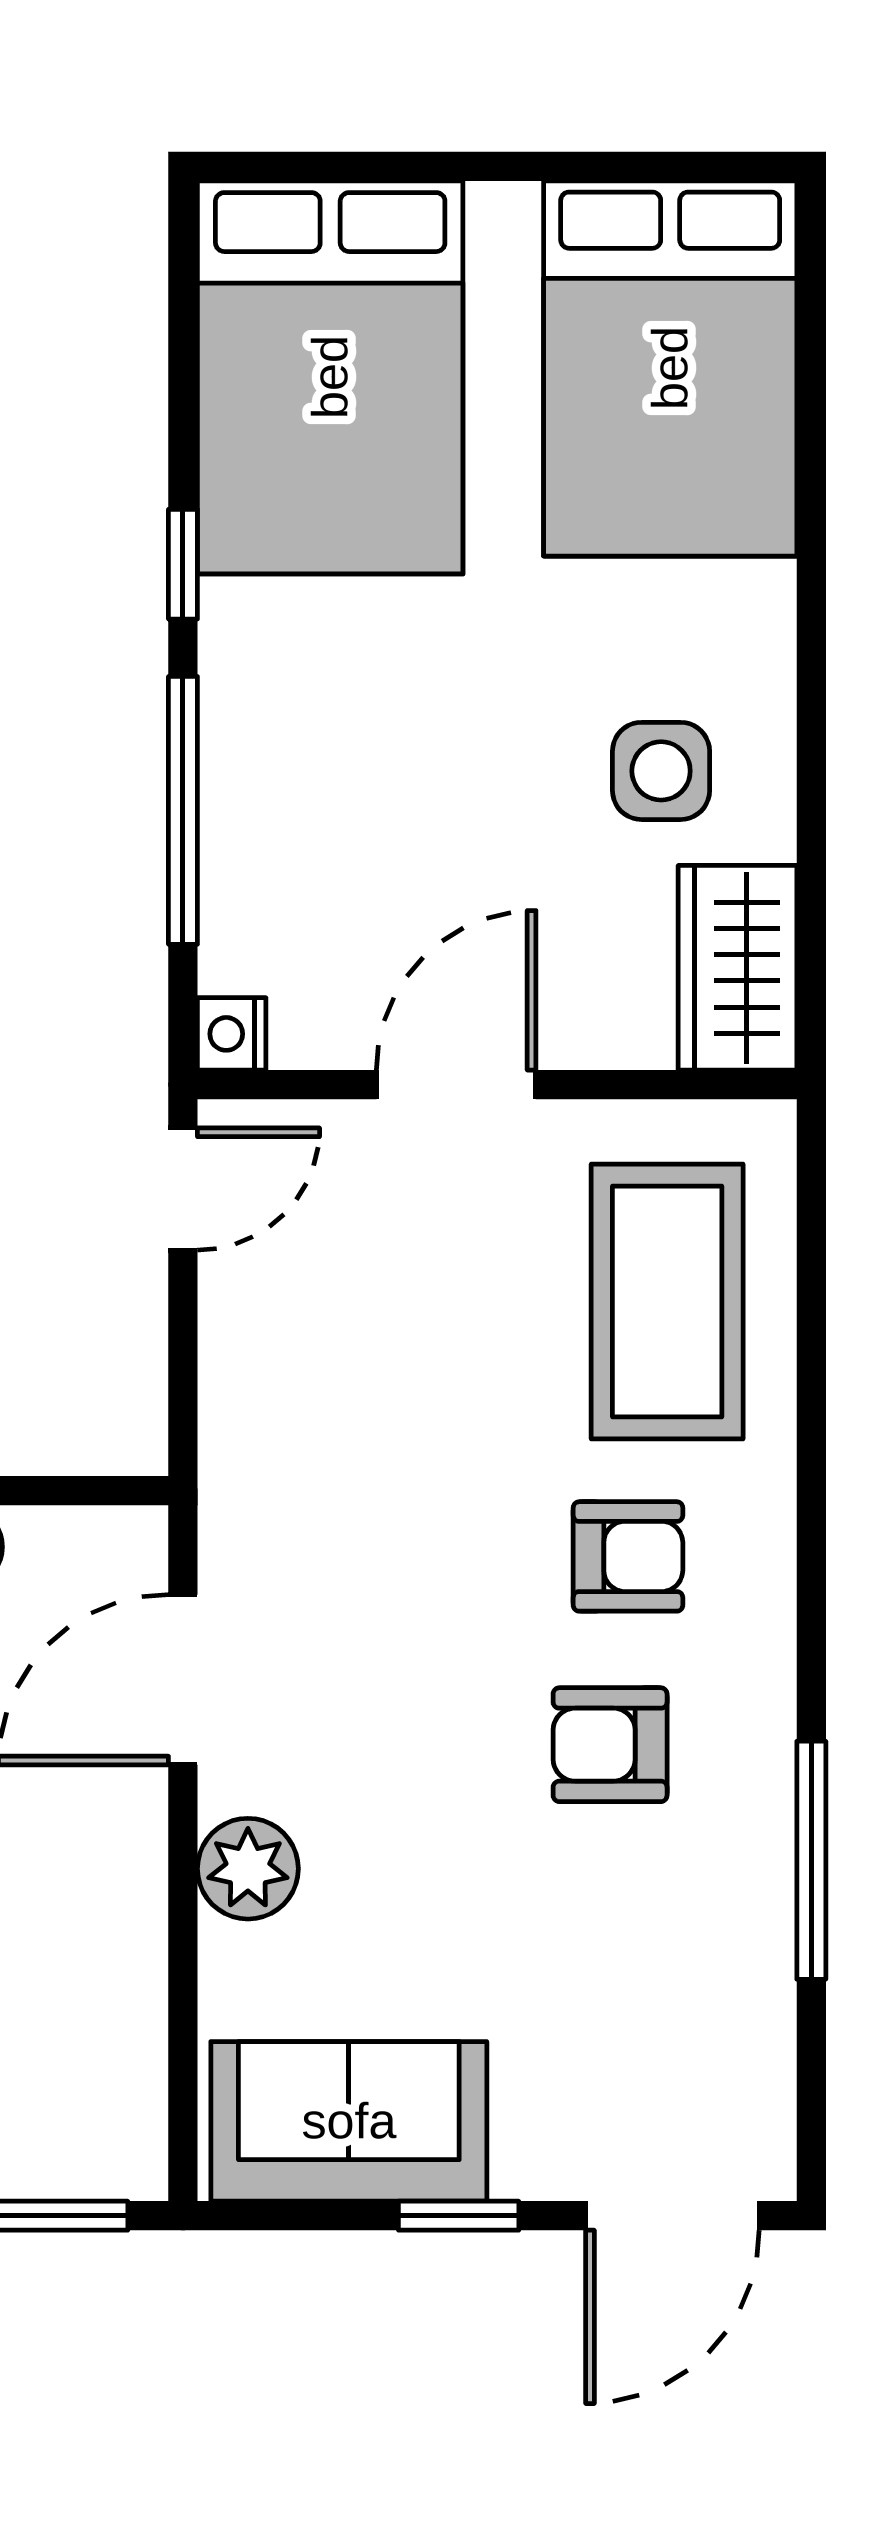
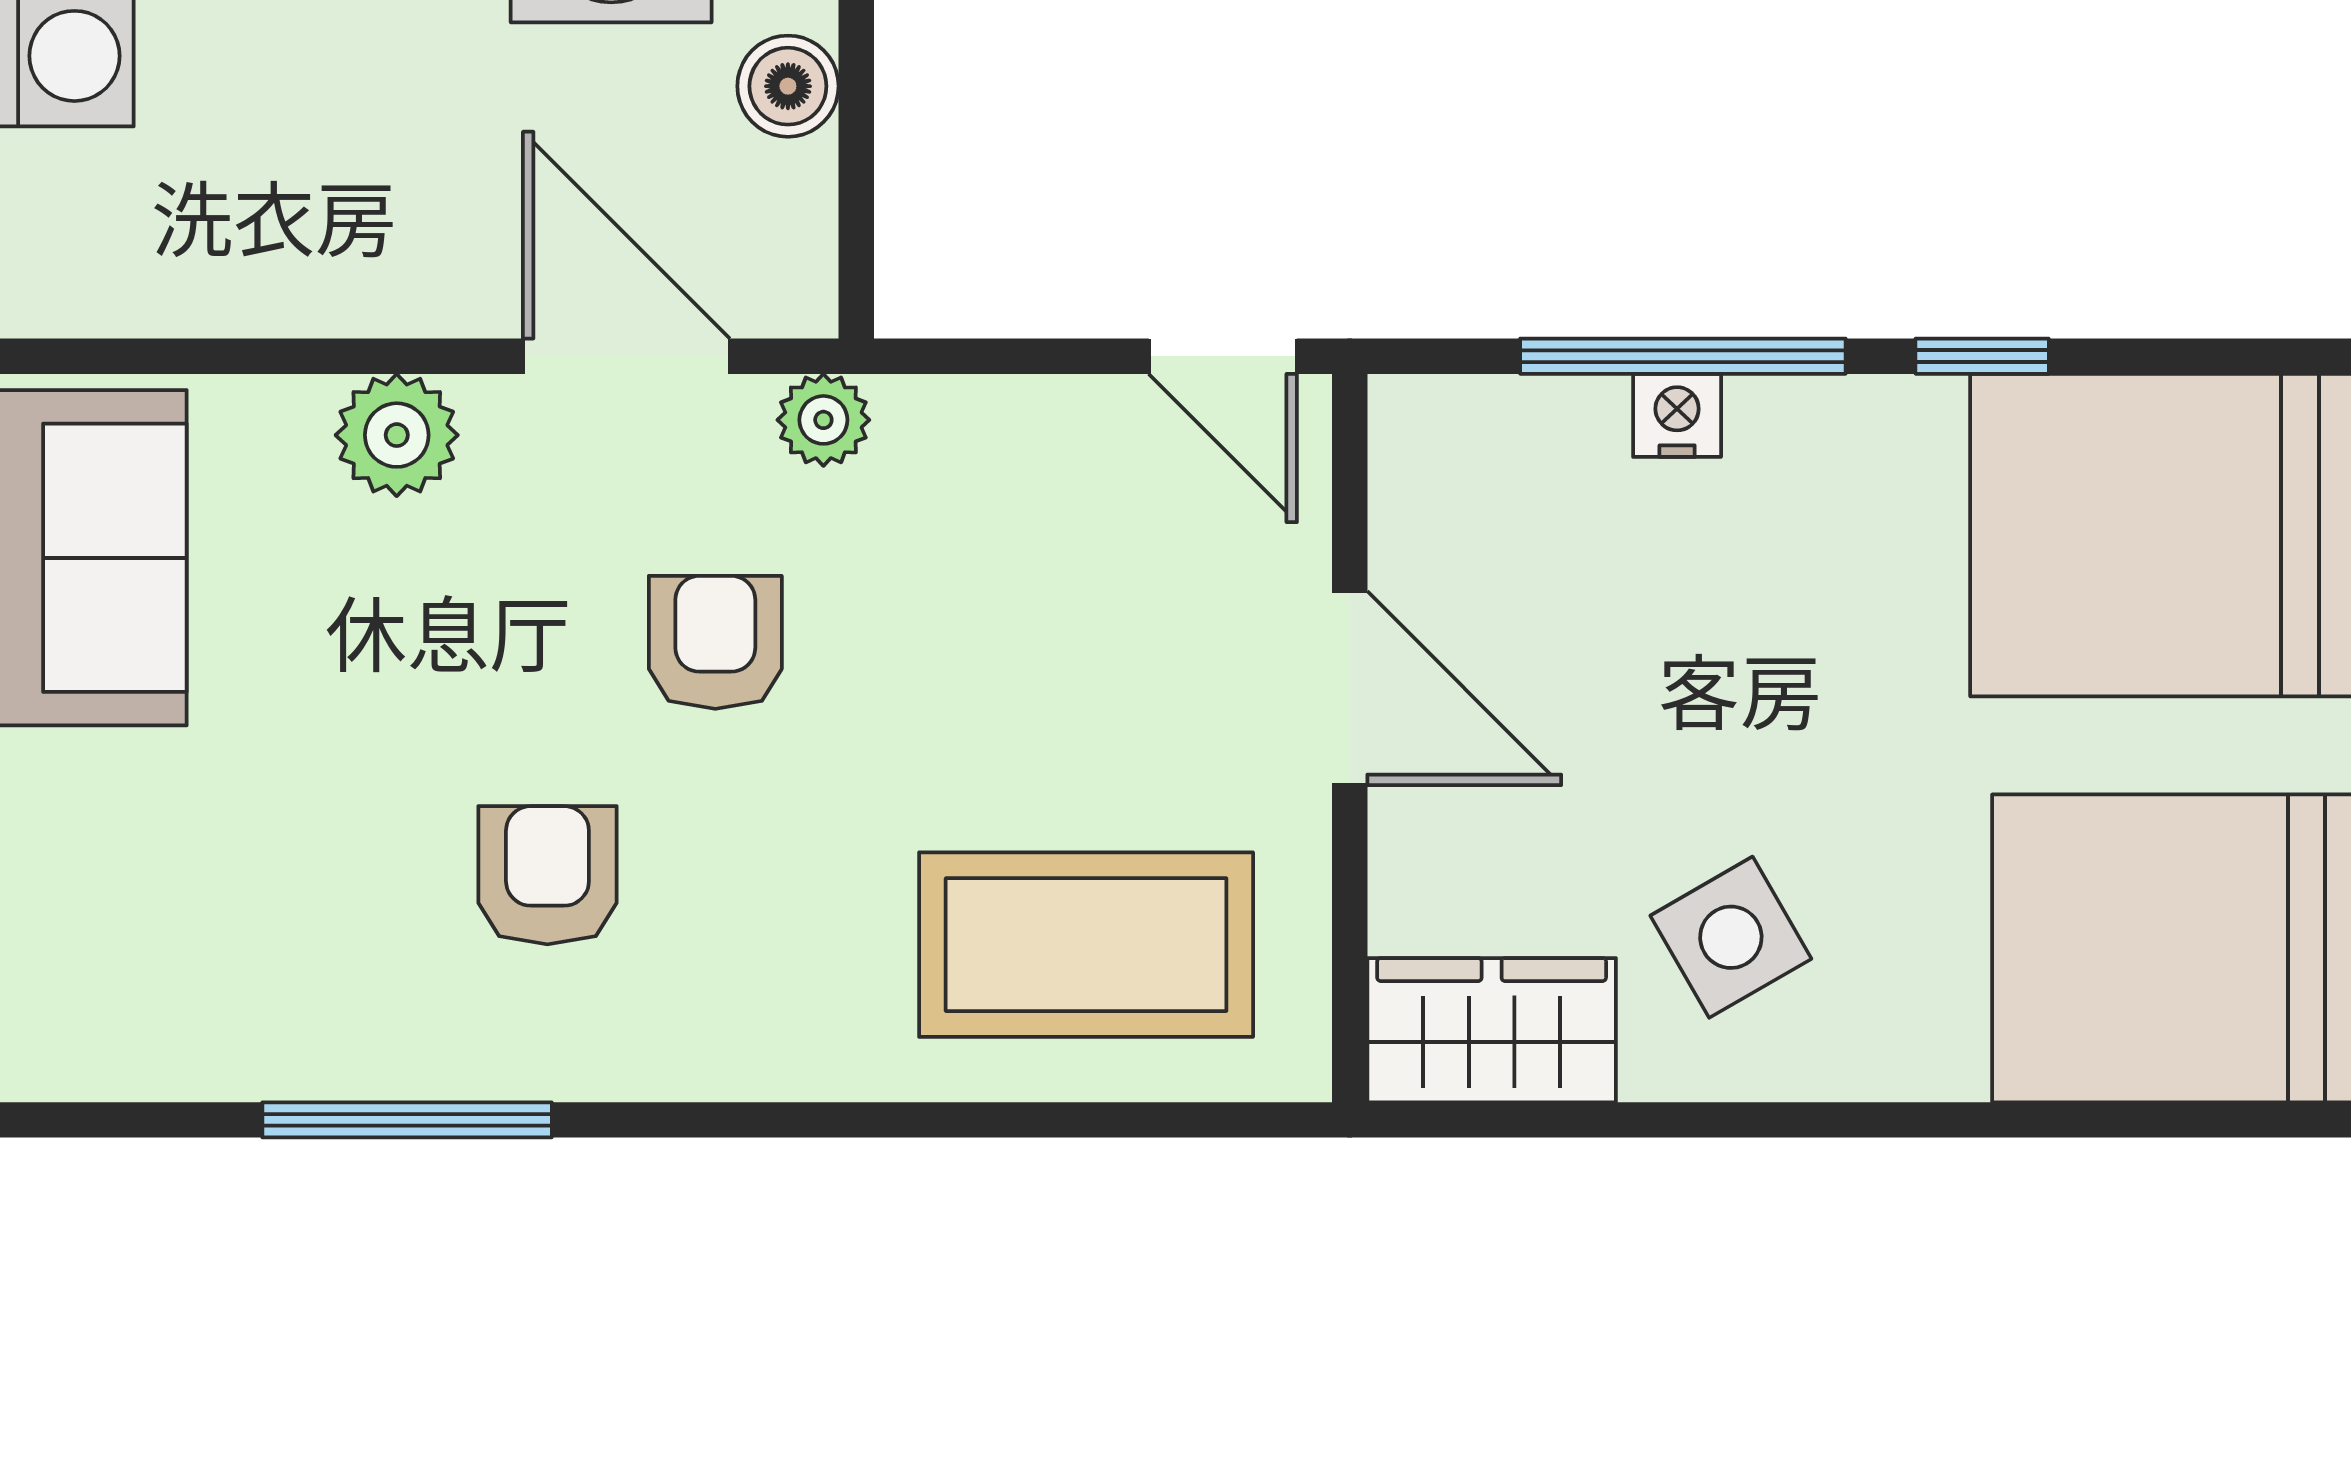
side table: (661, 771) -> (1731, 937), turned -30
nightstand: (232, 1034) -> (1677, 415), moved
plant: (235, 1518) -> (823, 420), added
armchair: (628, 1556) -> (715, 642), moved, turned 180

